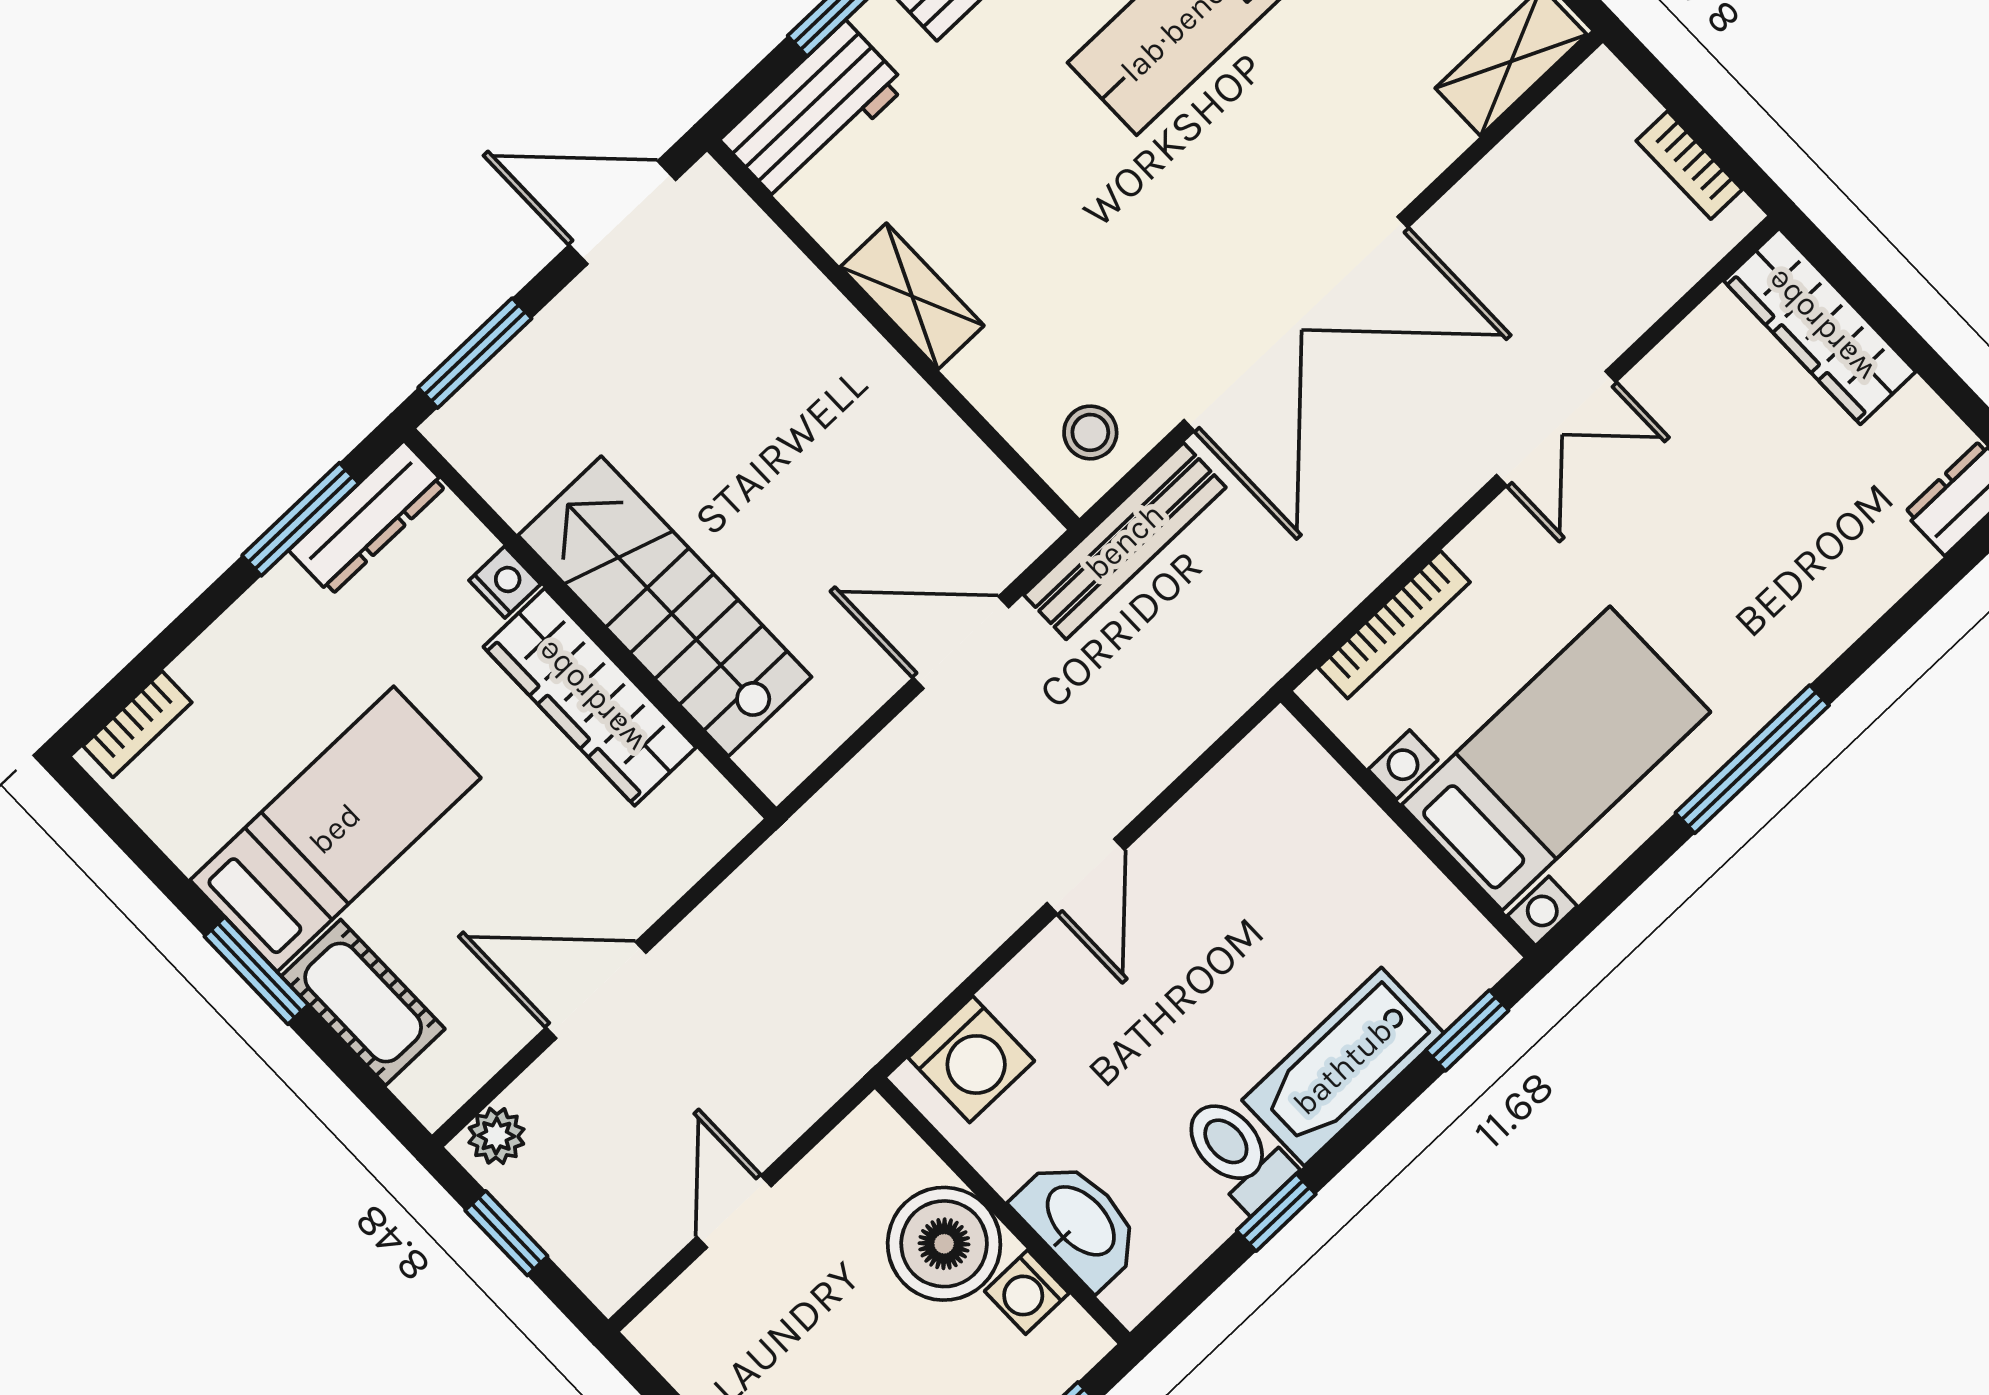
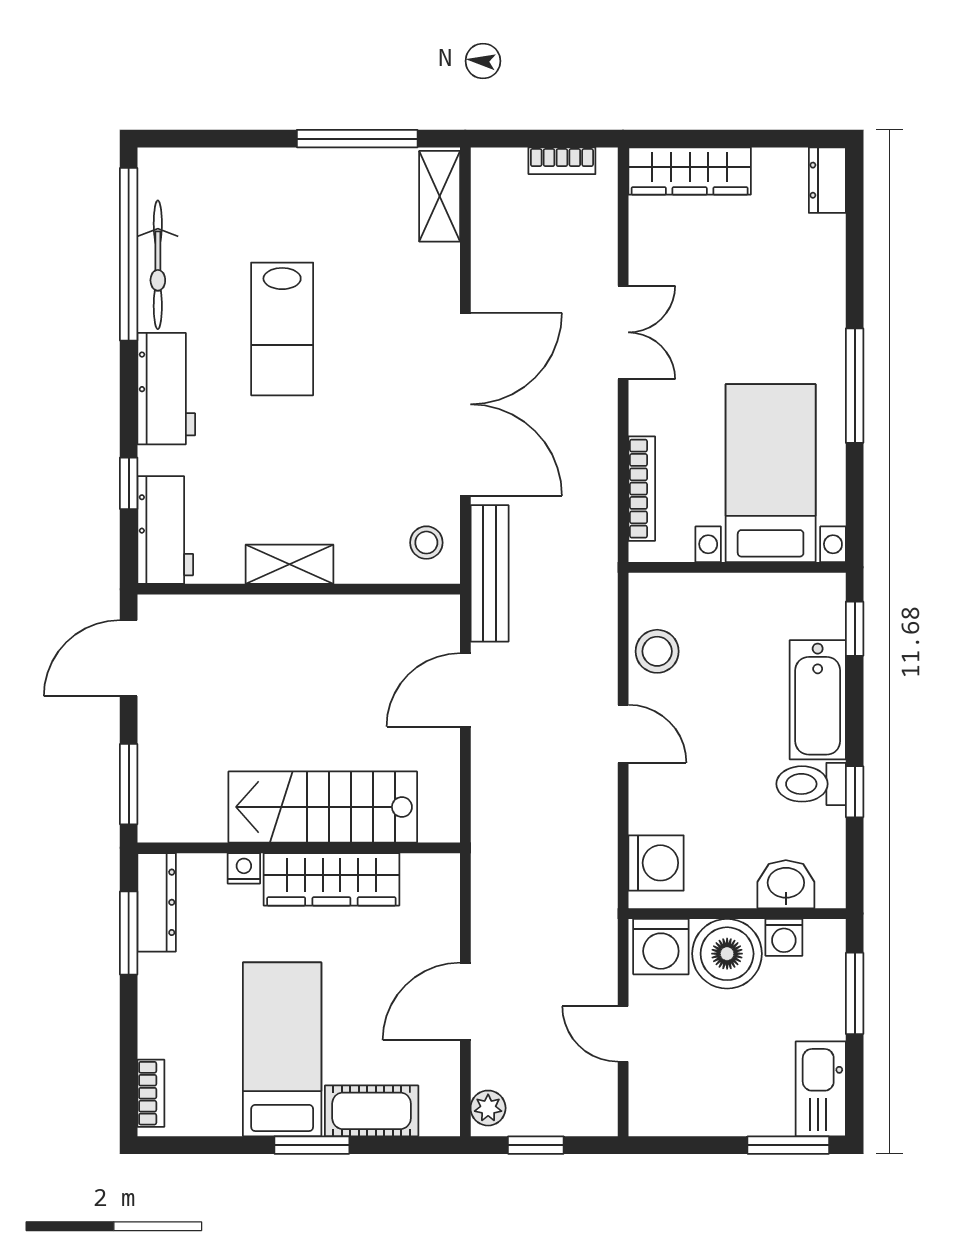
stool: (1220, 824) -> (657, 651), added
washing machine: (879, 1158) -> (661, 947), added
washbasin: (1079, 1222) -> (786, 884), width x0.72

